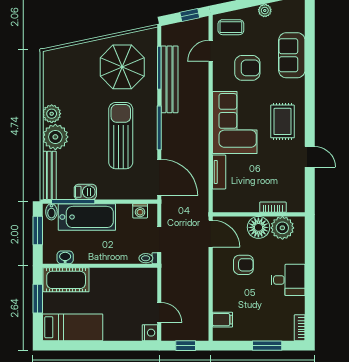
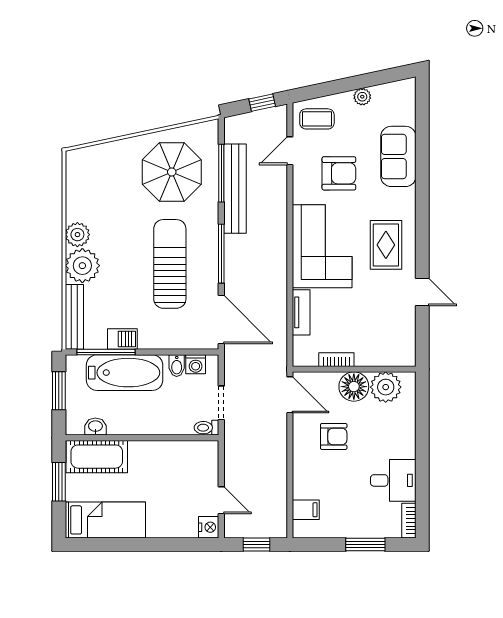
bookcase: (273, 207) -> (336, 360), moved
bidet: (51, 212) -> (177, 366), moved
desk: (288, 280) -> (393, 480), moved

